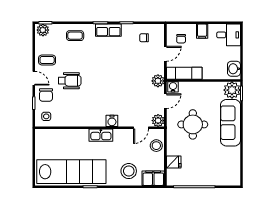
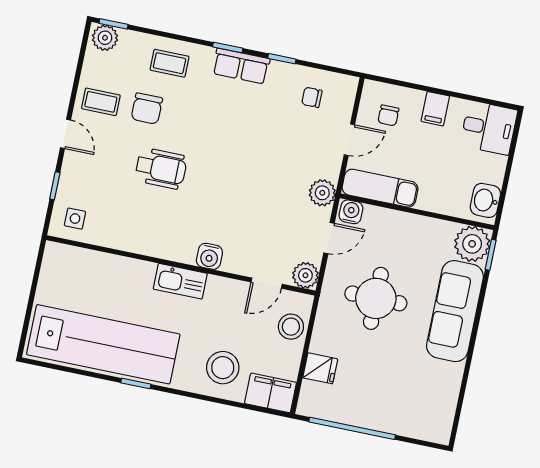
wheelchair: (70, 81) -> (161, 168), moved
chair: (46, 95) -> (147, 109), moved

